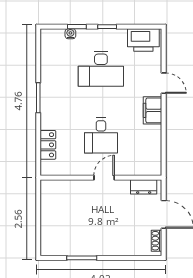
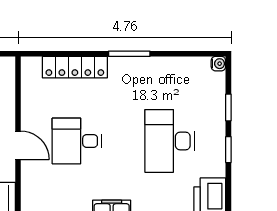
water cooler: (70, 34) -> (218, 64), moved
locker: (48, 145) -> (75, 67), width x1.53

